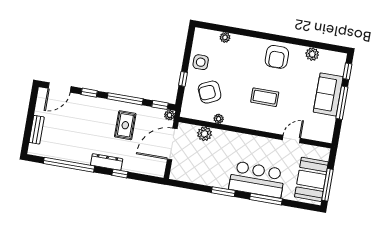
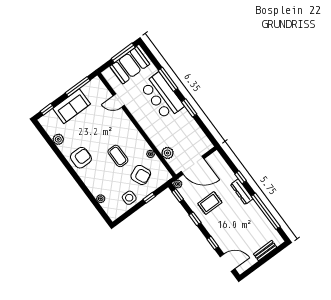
coffee table: (265, 97) -> (118, 156), moved
window: (125, 99) -> (195, 219), width x0.46
window: (342, 103) -> (78, 87), moved

